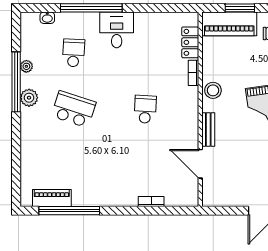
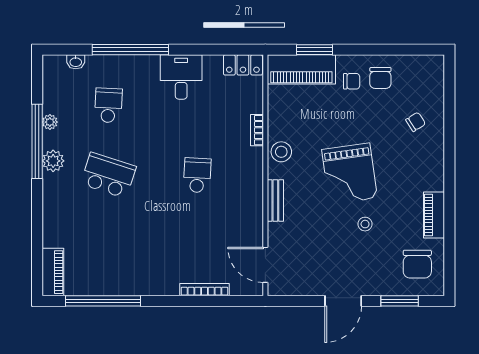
desk: (117, 30) -> (181, 77), moved
locker: (190, 42) -> (243, 65), moved, turned -90
door: (200, 164) -> (265, 265), moved
piano: (52, 198) -> (53, 272), moved, turned 90
bookcase: (151, 201) -> (204, 290), width x1.56

